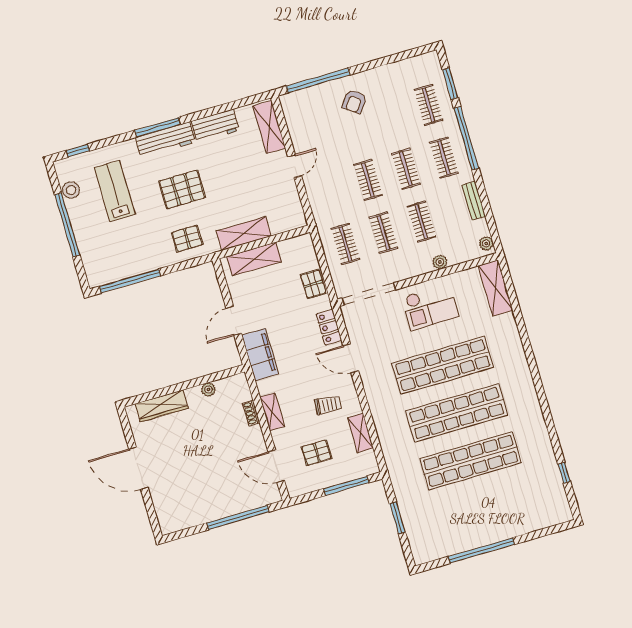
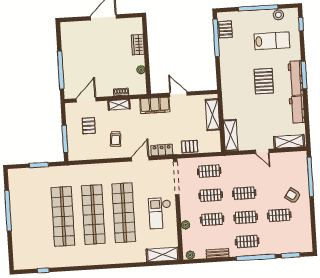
clothes rail: (428, 105) -> (279, 215), moved
shelving: (244, 233) -> (231, 135), moved
pallet: (187, 239) -> (225, 29), moved
wardrobe: (161, 406) -> (138, 45), width x0.67
shelving: (360, 433) -> (94, 154), removed

